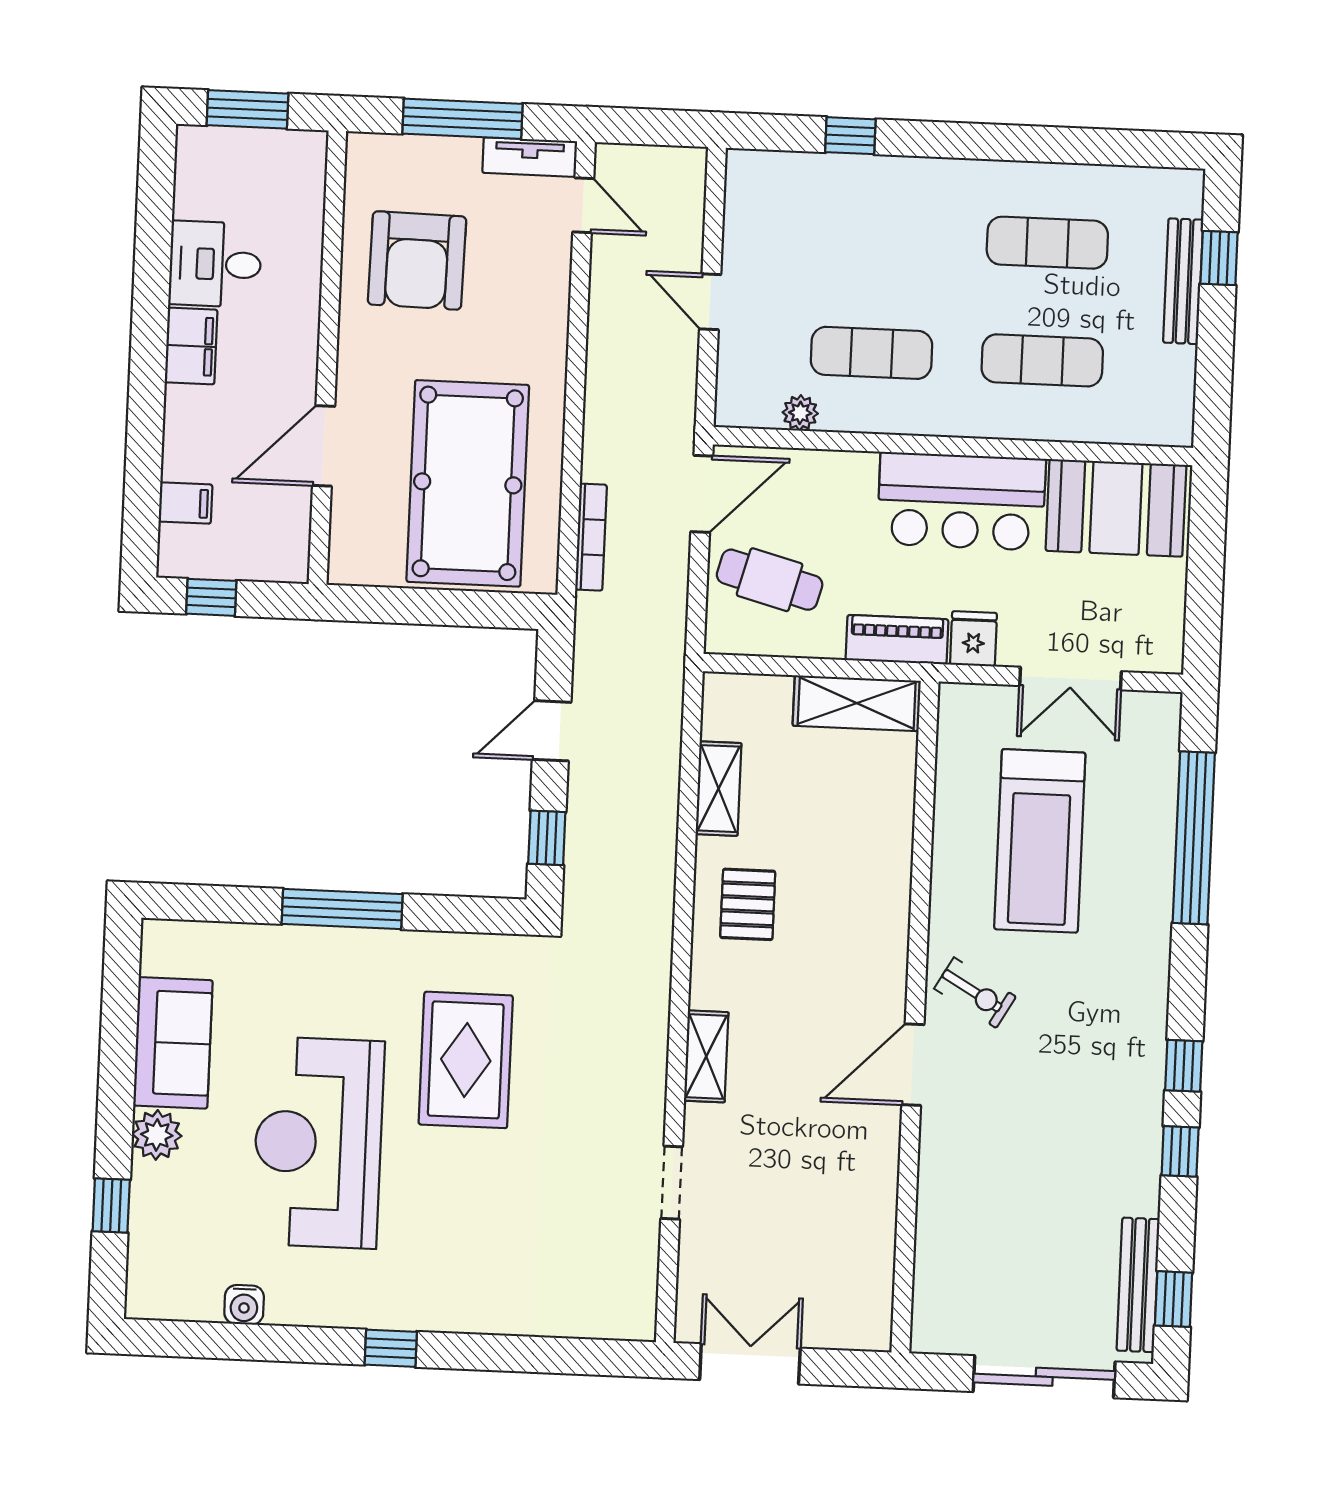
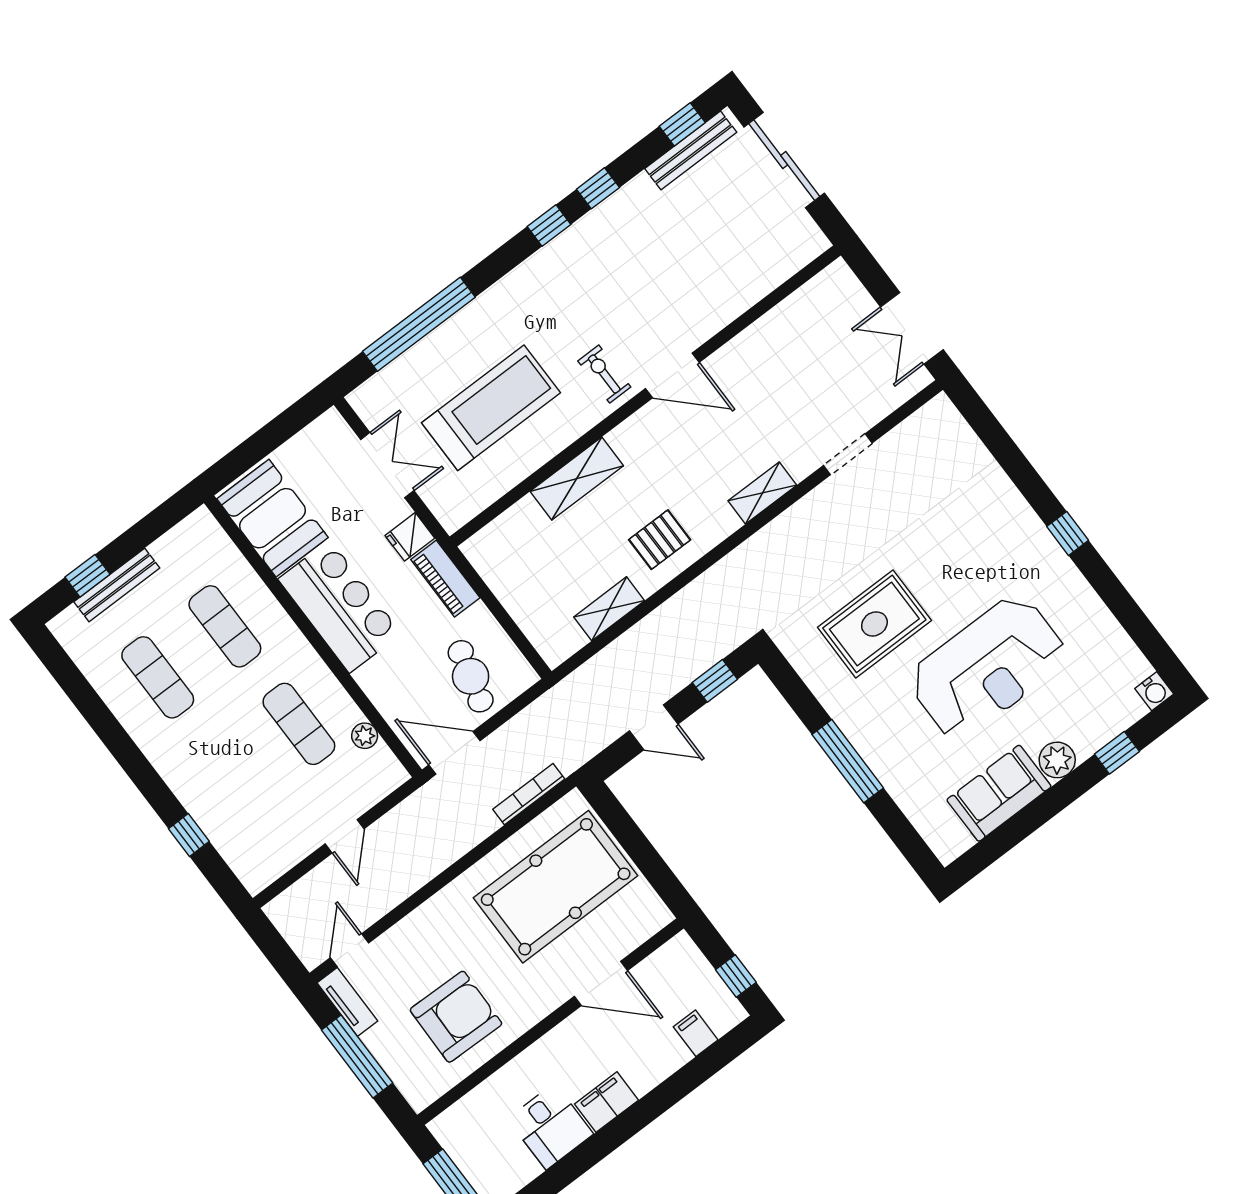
shelving: (857, 703) -> (577, 479), moved, turned 90
exercise bike: (975, 993) -> (604, 374), turned -30
water cooler: (244, 1305) -> (1154, 691), moved, turned 90

